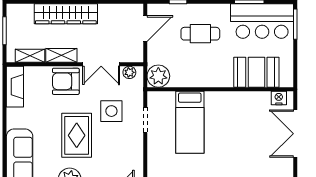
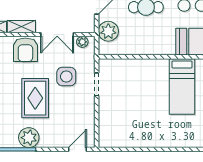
plant: (158, 76) -> (108, 31), moved
armchair: (66, 81) -> (25, 50), turned -90
bed: (190, 122) -> (182, 87), moved

